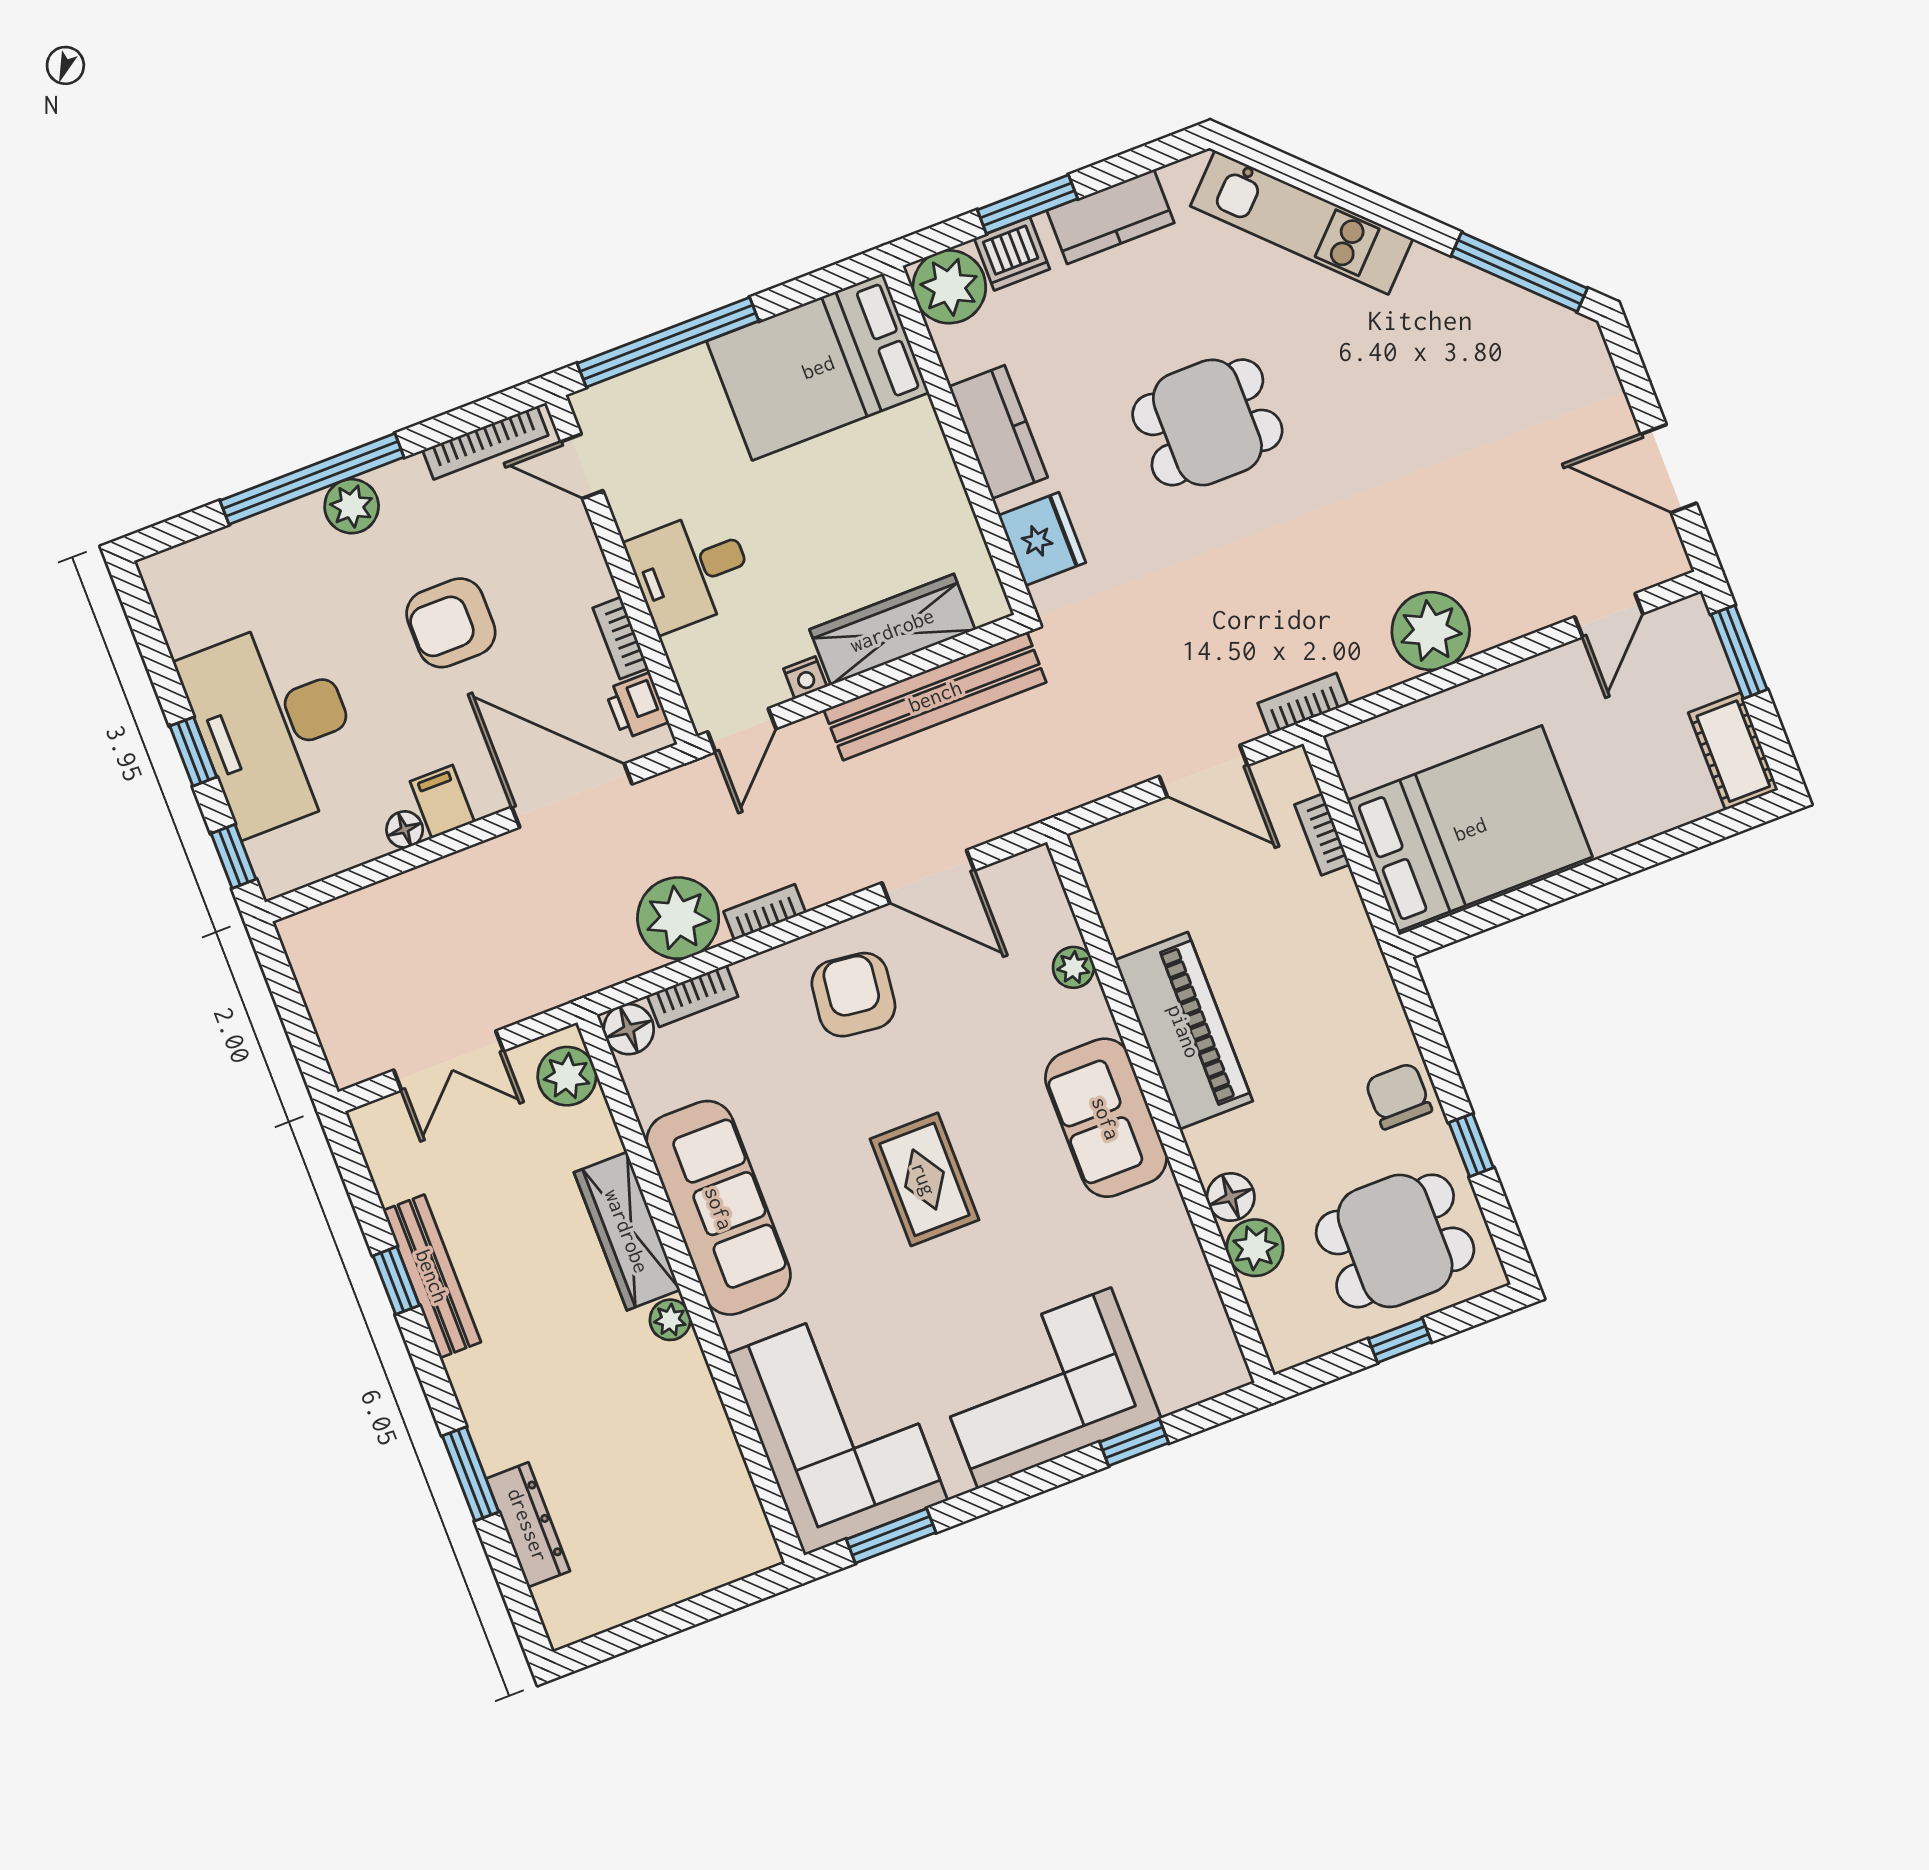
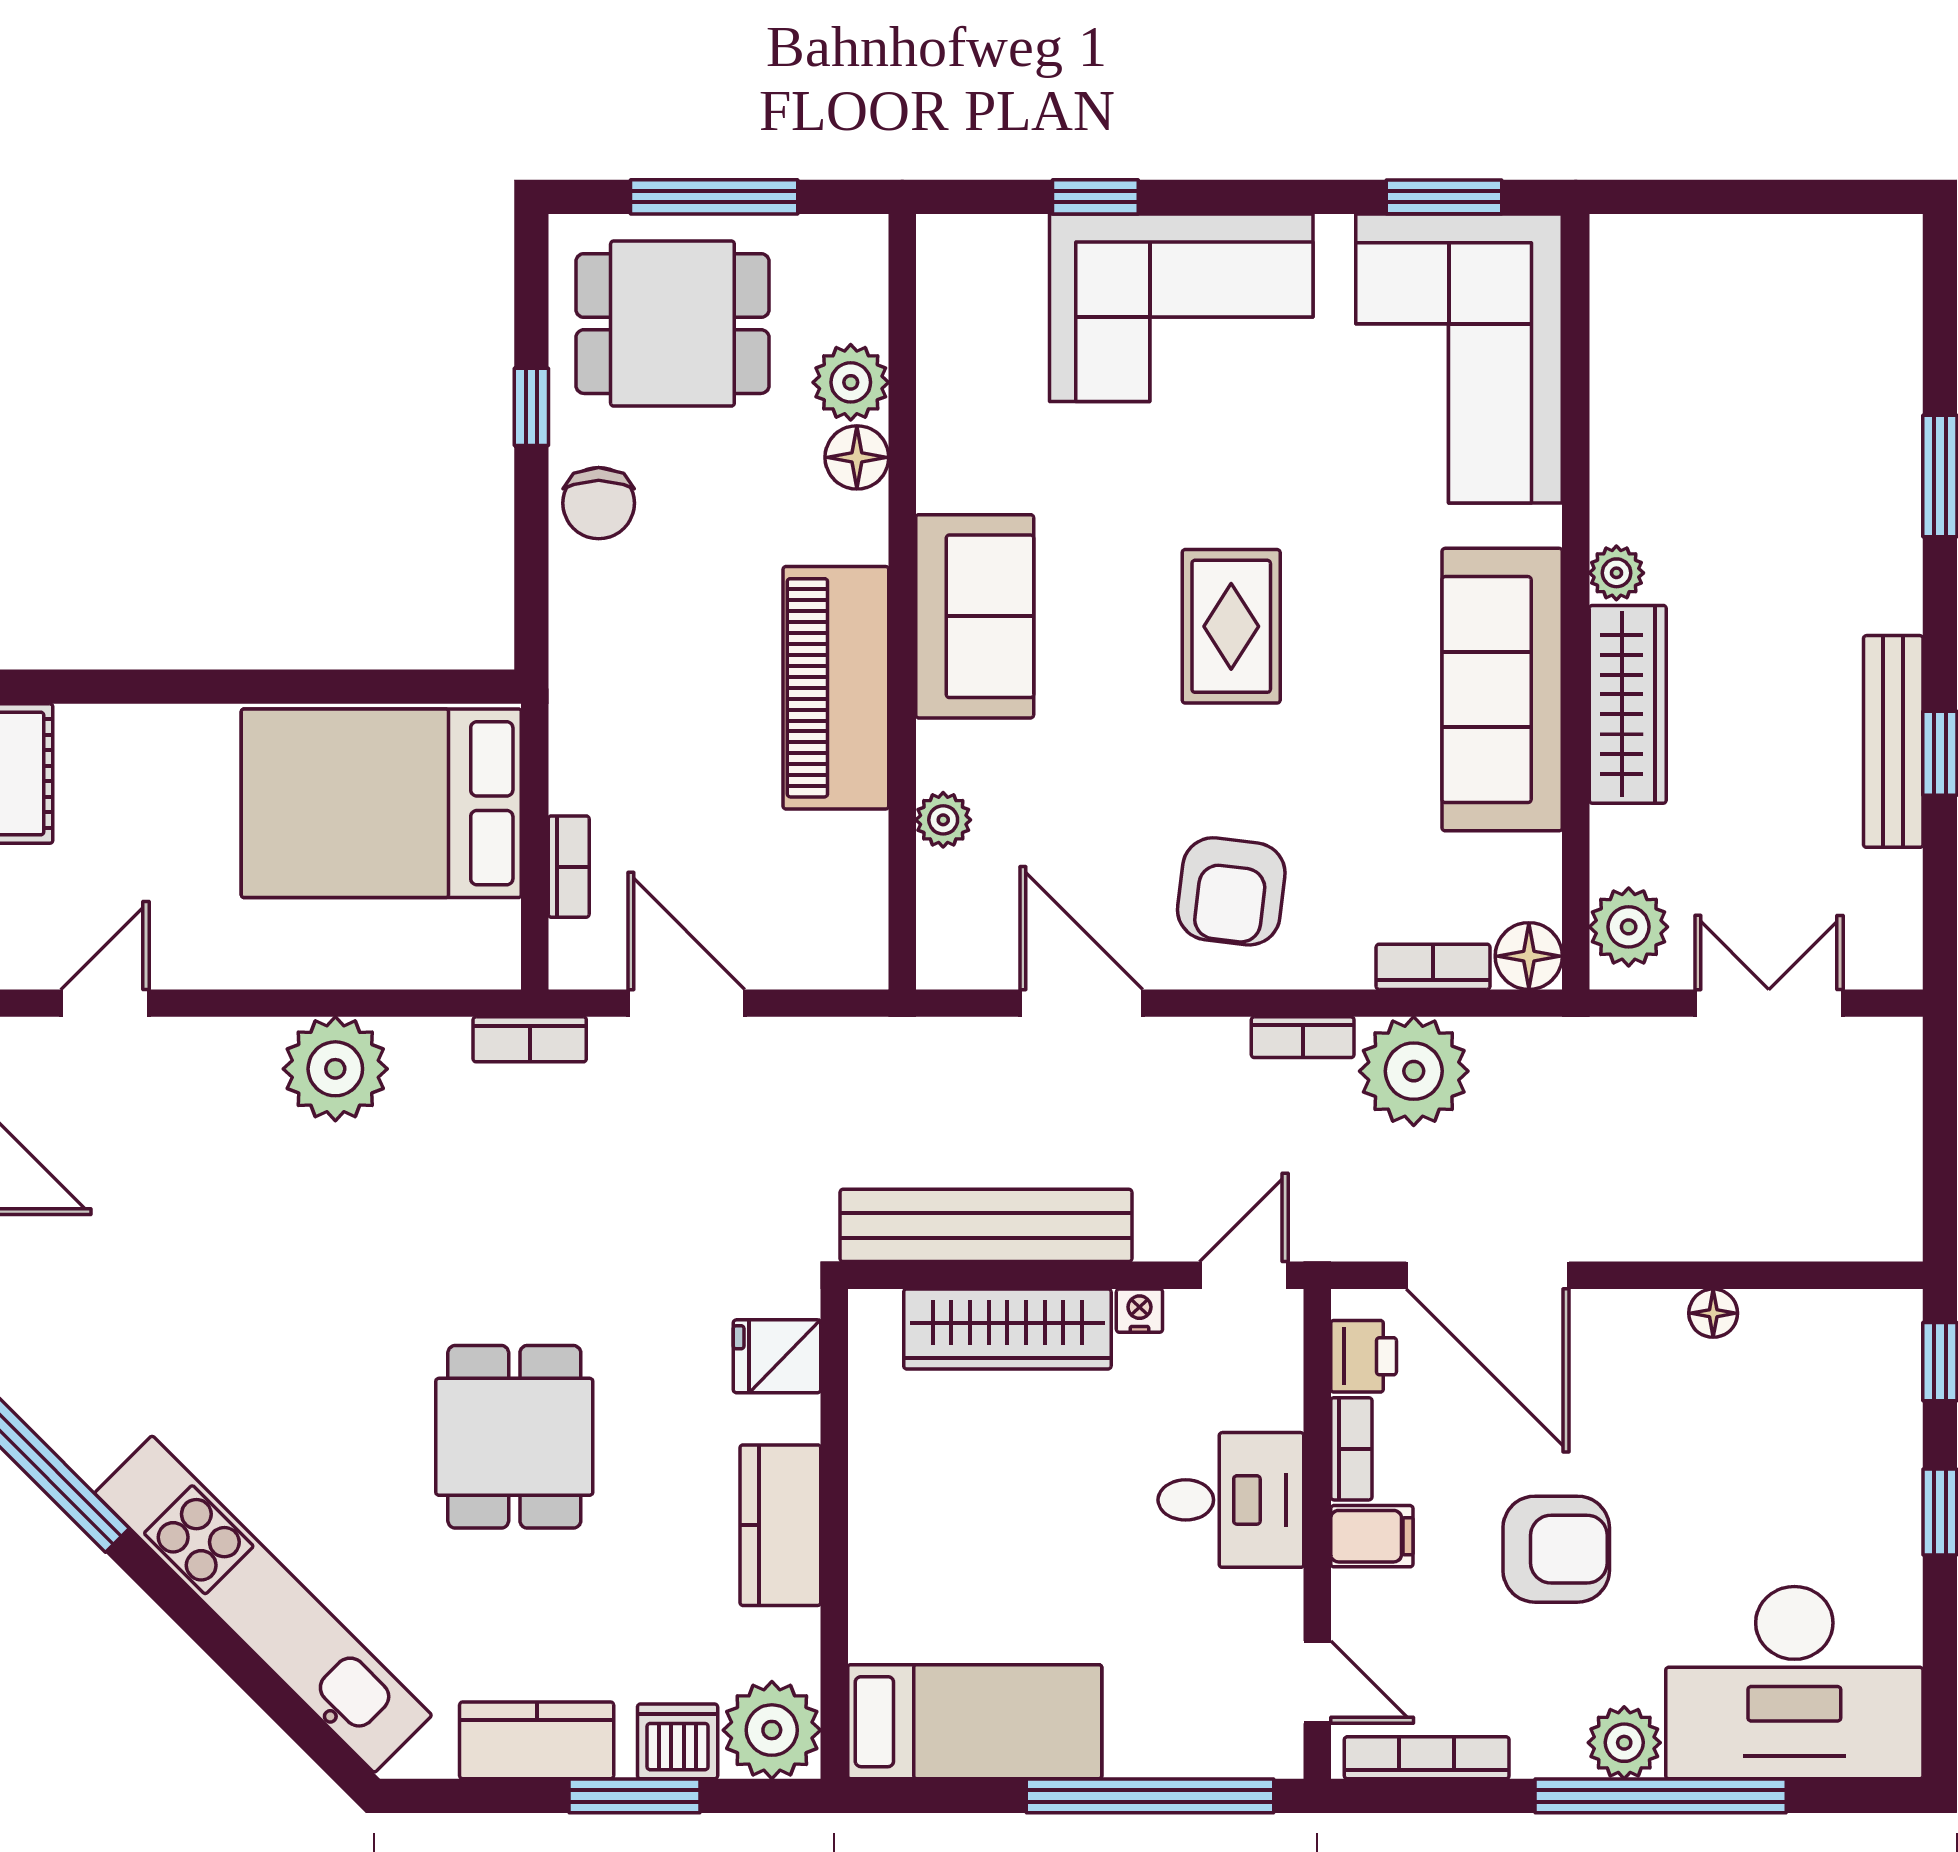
kitchen unit: (1302, 222) -> (263, 1604), width x1.36
bed: (818, 367) -> (975, 1722), width x0.67
dining table: (1207, 422) -> (514, 1437), turned 90
fridge: (1042, 539) -> (777, 1356), width x0.72
desk: (274, 726) -> (1794, 1683), moved, turned 90
filing cabinet: (442, 802) -> (1372, 1536), moved, turned -90
window: (1400, 1340) -> (714, 197), width x2.17
dresser: (528, 1525) -> (1892, 385), removed

